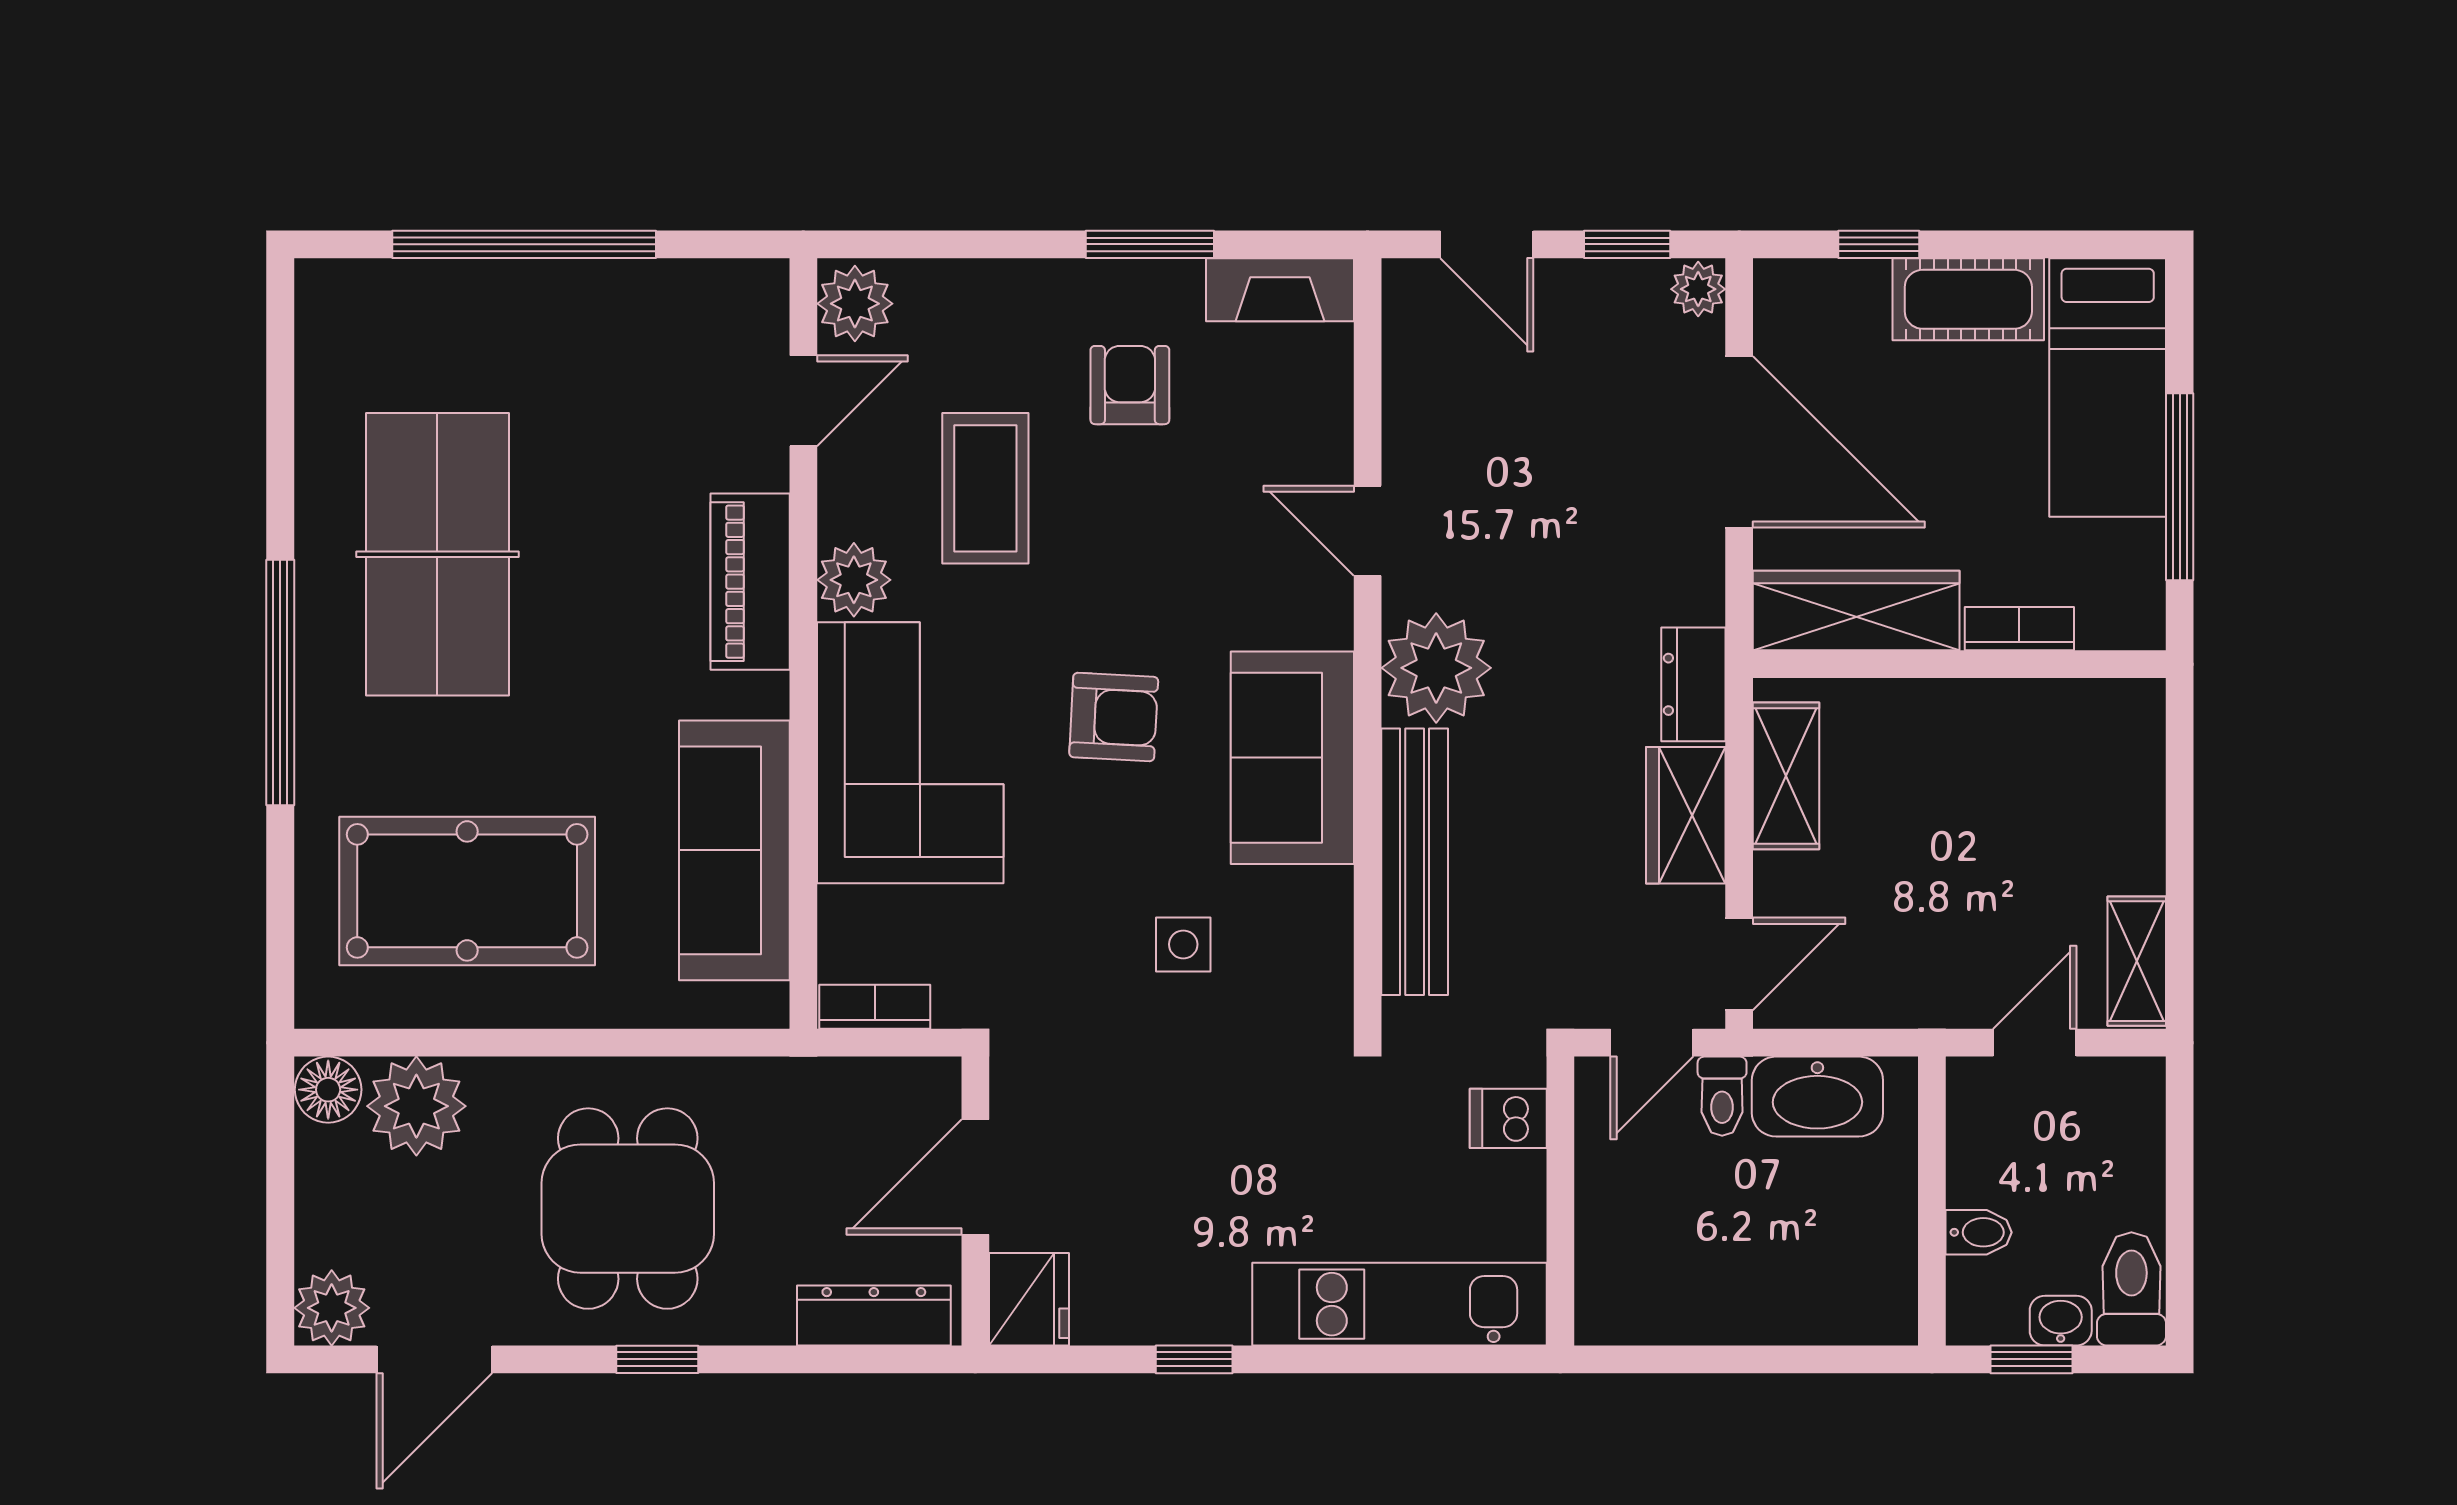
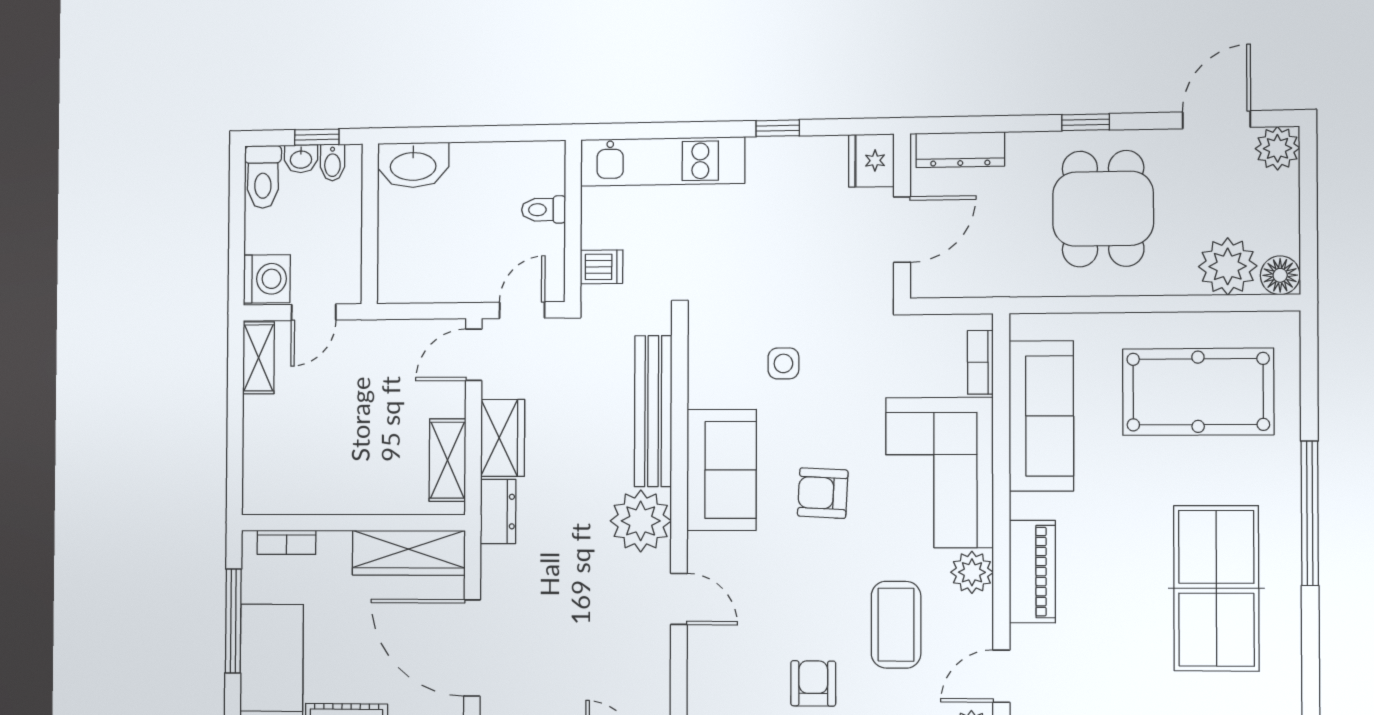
armchair: (1130, 385) -> (813, 683), turned 180
bookcase: (2019, 629) -> (286, 542), moved
bookcase: (875, 1007) -> (980, 362), moved, turned 90
toilet: (1722, 1096) -> (544, 210), moved, turned -90
washbasin: (1817, 1097) -> (413, 165), moved, turned 180
washing machine: (2123, 1104) -> (267, 279), added
bidet: (1979, 1232) -> (332, 163), moved, turned -90

